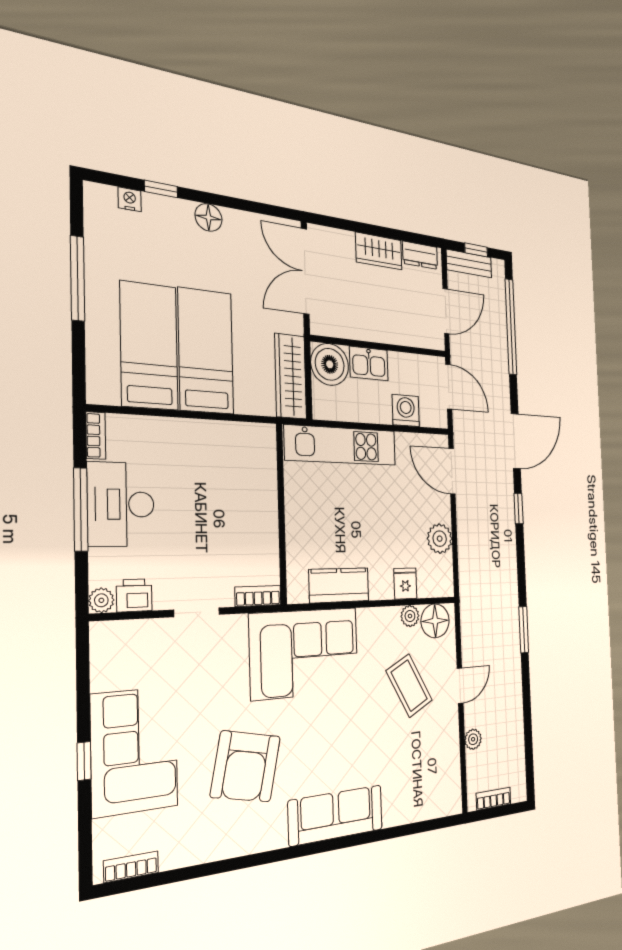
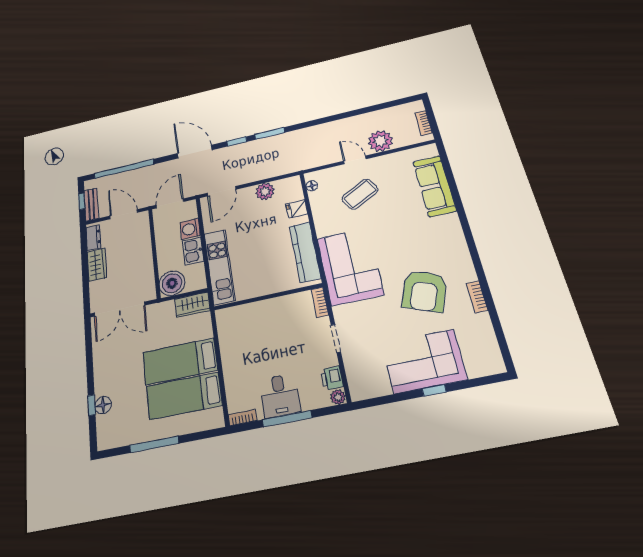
nightstand: (130, 199) -> (102, 422), removed
floor lamp: (209, 217) -> (103, 405), moved
kitchen sink: (369, 364) -> (193, 251), moved, turned 180
wardrobe: (291, 376) -> (192, 305), width x0.67
desk: (121, 504) -> (280, 396), width x0.73
kitchen counter: (339, 585) -> (305, 252), width x1.50
plant: (410, 616) -> (316, 202), removed
floor lamp: (435, 621) -> (312, 186), width x0.53, depth x0.53
window: (524, 630) -> (270, 133), moved
plant: (473, 739) -> (380, 141), width x1.87, depth x1.87
armchair: (246, 766) -> (424, 291), turned 99
sofa: (336, 815) -> (435, 186), moved
bookcase: (131, 867) -> (477, 297), moved

